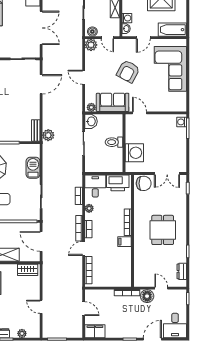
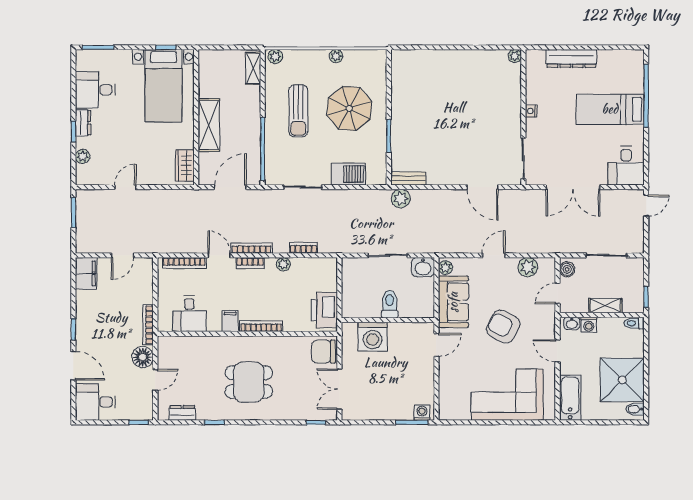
plant: (91, 45) -> (528, 267), moved
chair: (144, 183) -> (324, 352), turned 90
desk: (95, 186) -> (189, 314), moved, turned 90

